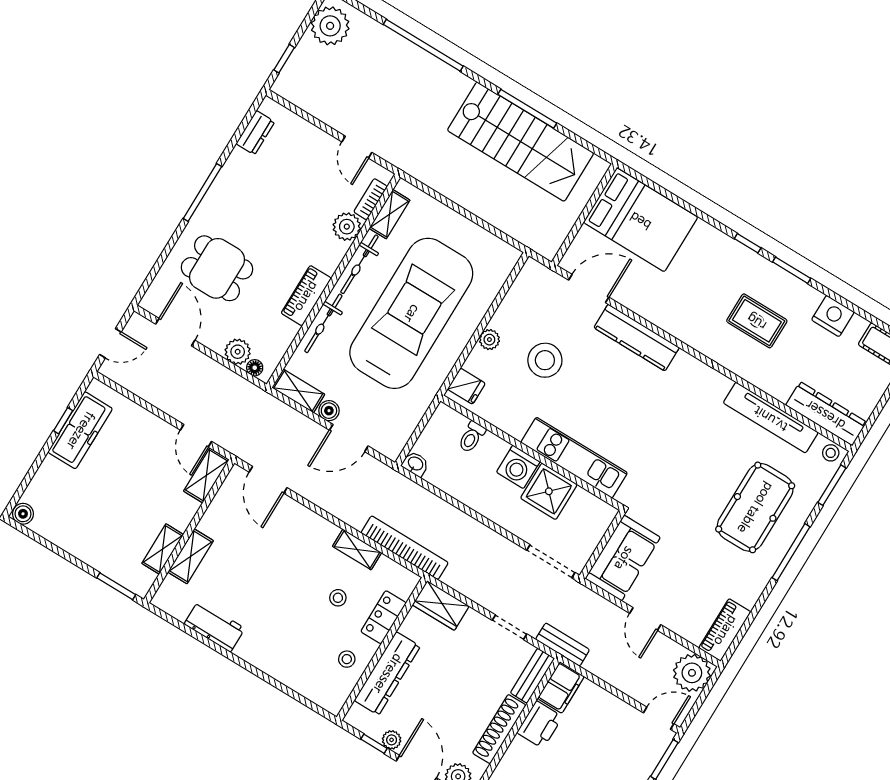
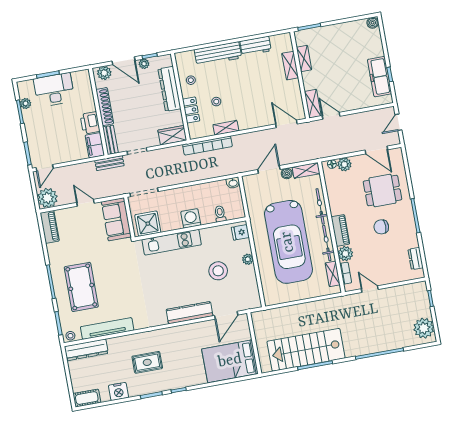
chair: (264, 219) -> (381, 227), added
piano: (306, 296) -> (340, 230), moved
shower: (549, 491) -> (148, 224), moved
workbench: (276, 662) -> (218, 54), added

